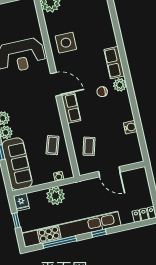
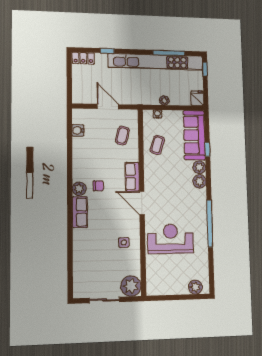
side table: (66, 43) -> (124, 242), width x0.54, depth x0.54
water cooler: (130, 127) -> (78, 130), moved
plant: (56, 196) -> (164, 100), width x0.53, depth x0.53
window: (16, 220) -> (205, 69), moved
window: (99, 233) -> (107, 51), moved

